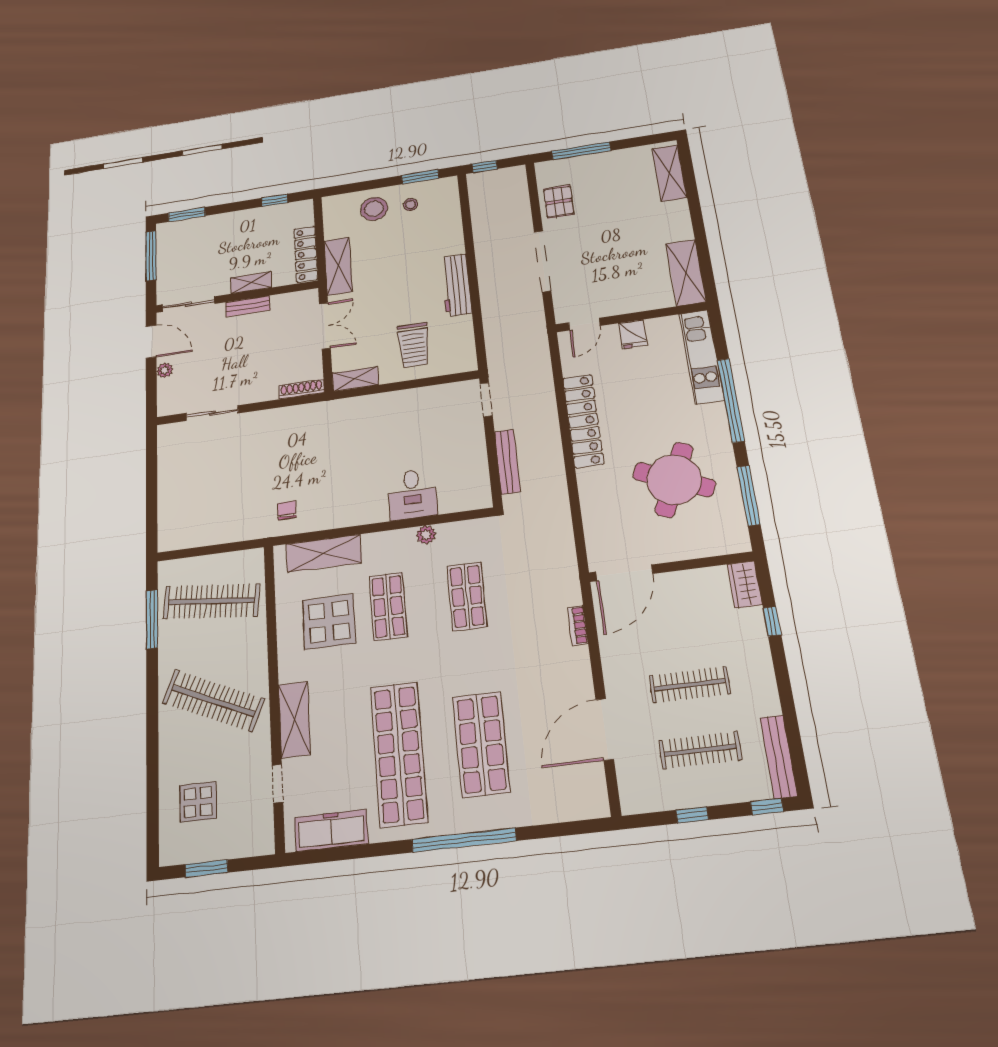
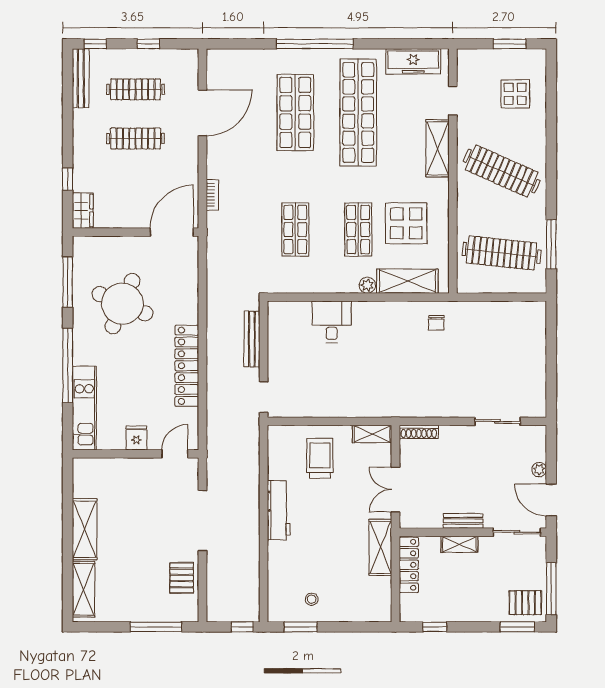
stool: (374, 209) -> (345, 601), removed
pallet: (179, 238) -> (525, 603), added
shelving: (686, 273) -> (85, 529), moved
plant: (426, 535) -> (367, 285), moved

